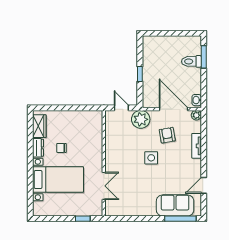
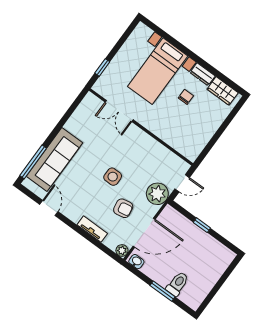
window: (204, 57) -> (162, 291), moved
sofa: (175, 205) -> (54, 160), width x1.36

